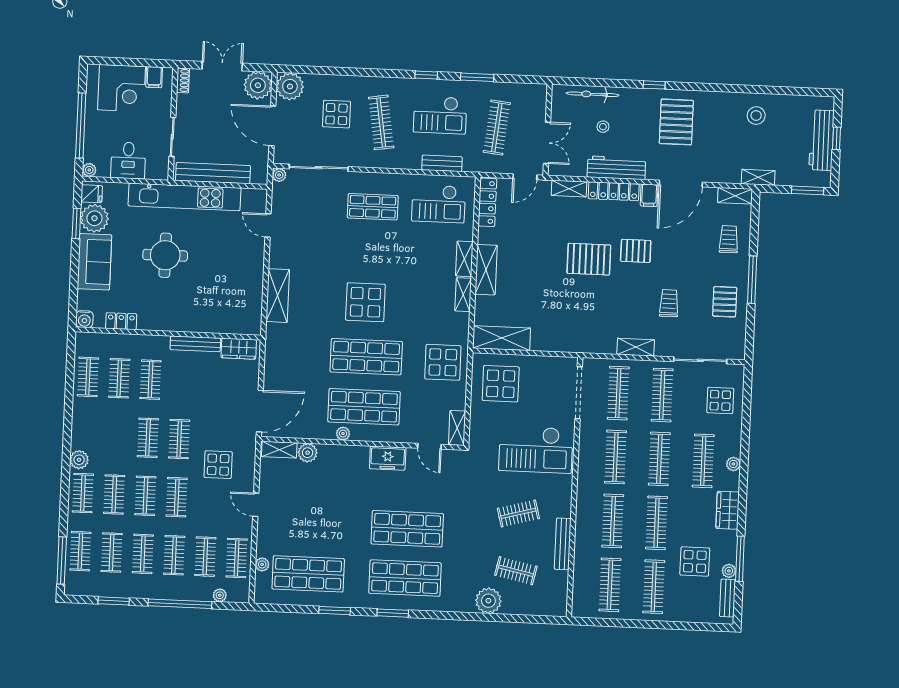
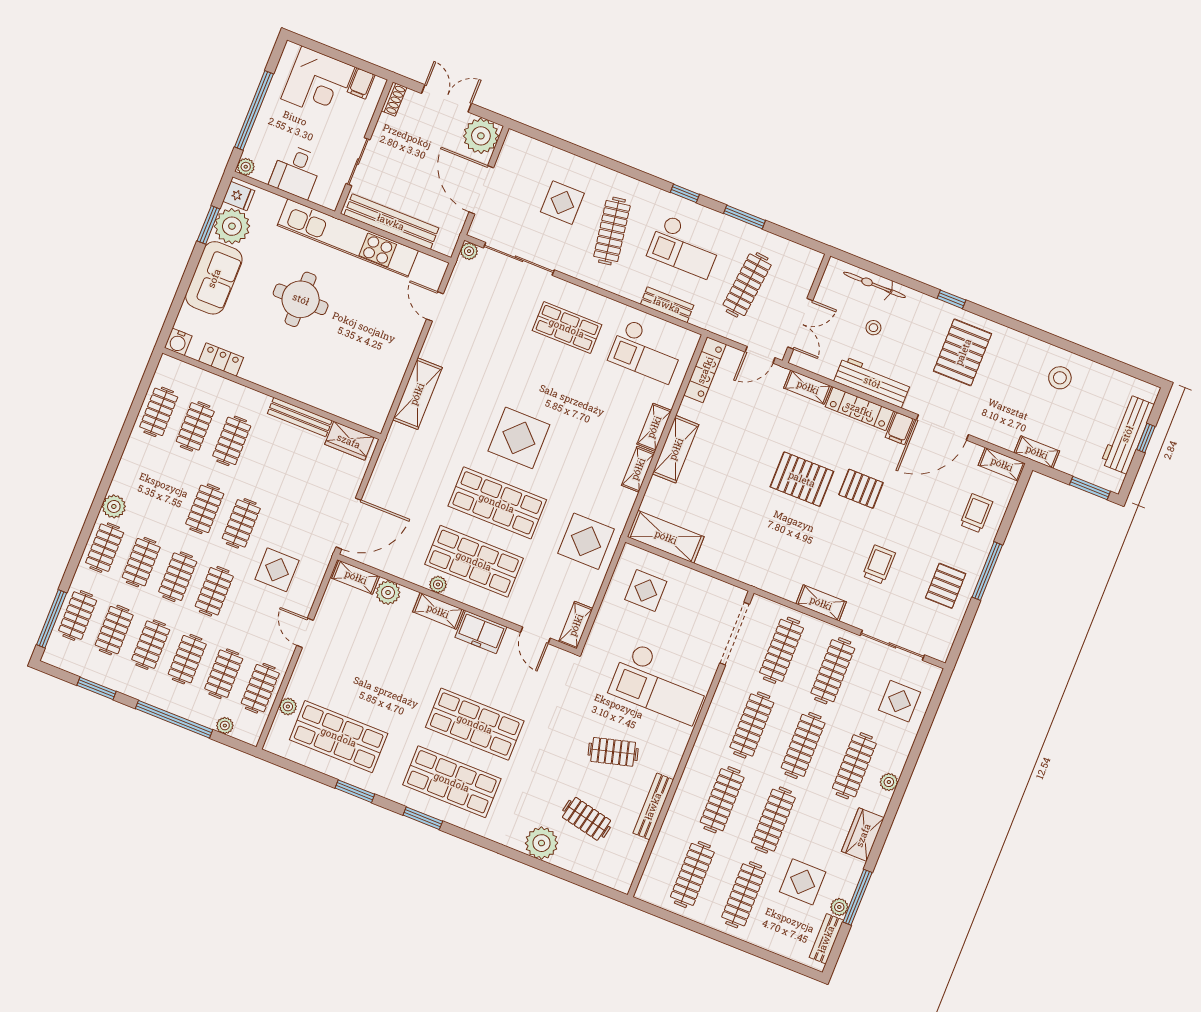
plant: (290, 86) -> (518, 151), removed
display table: (501, 384) -> (646, 591), width x0.73, depth x0.73
shelving: (350, 453) -> (438, 611), added

